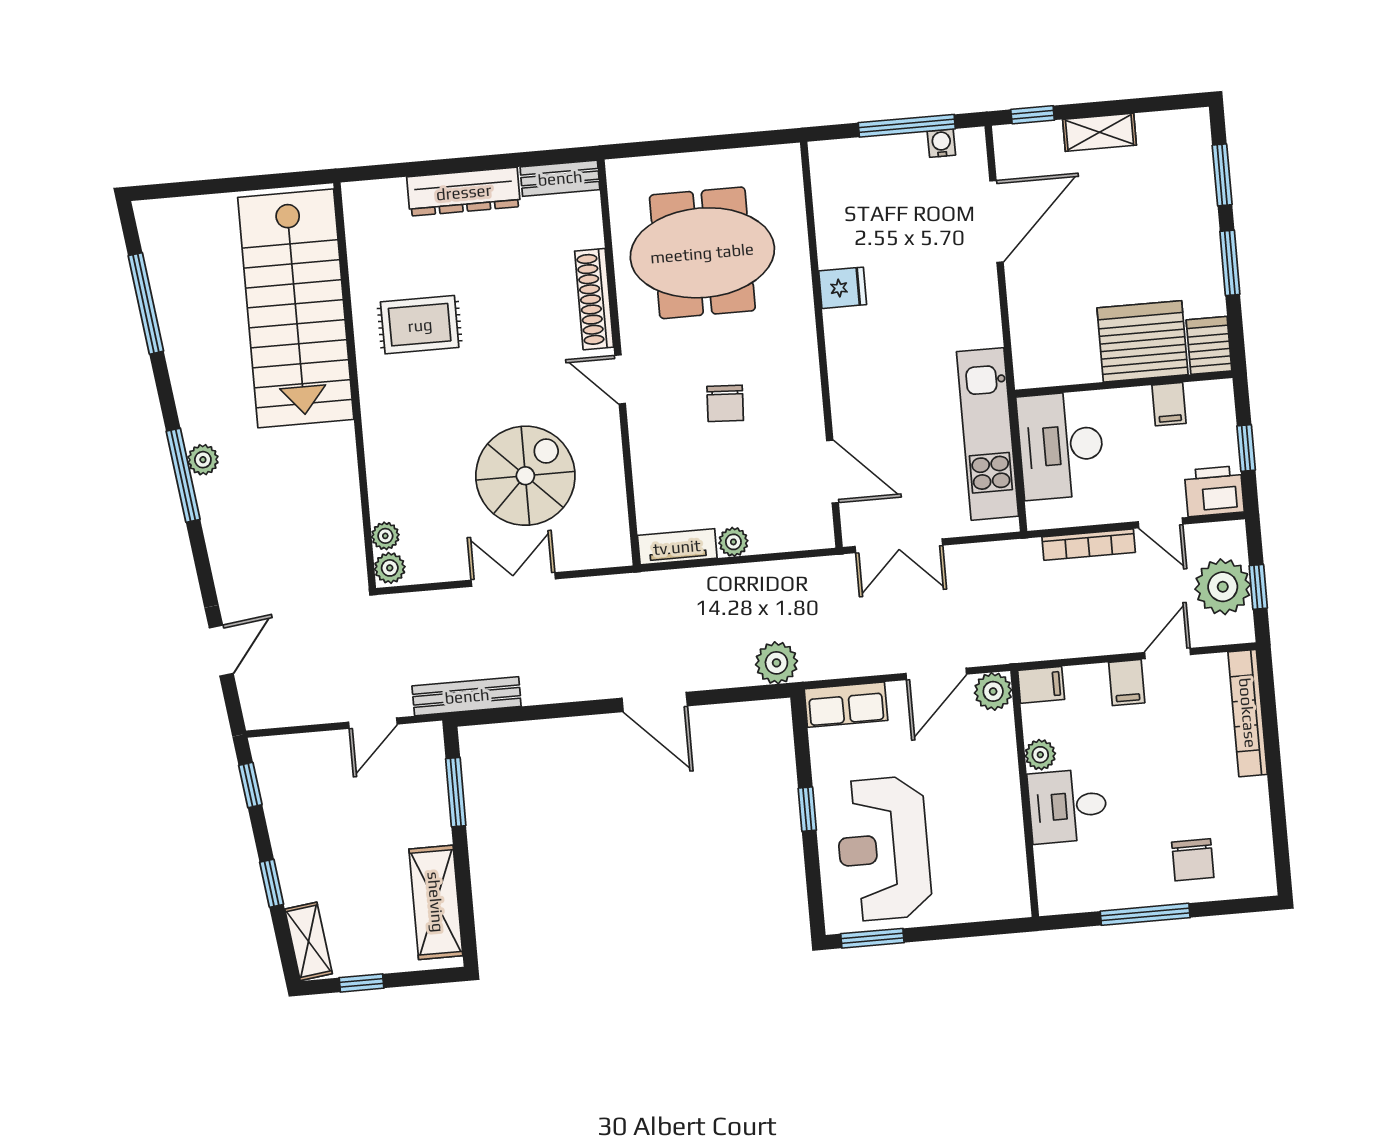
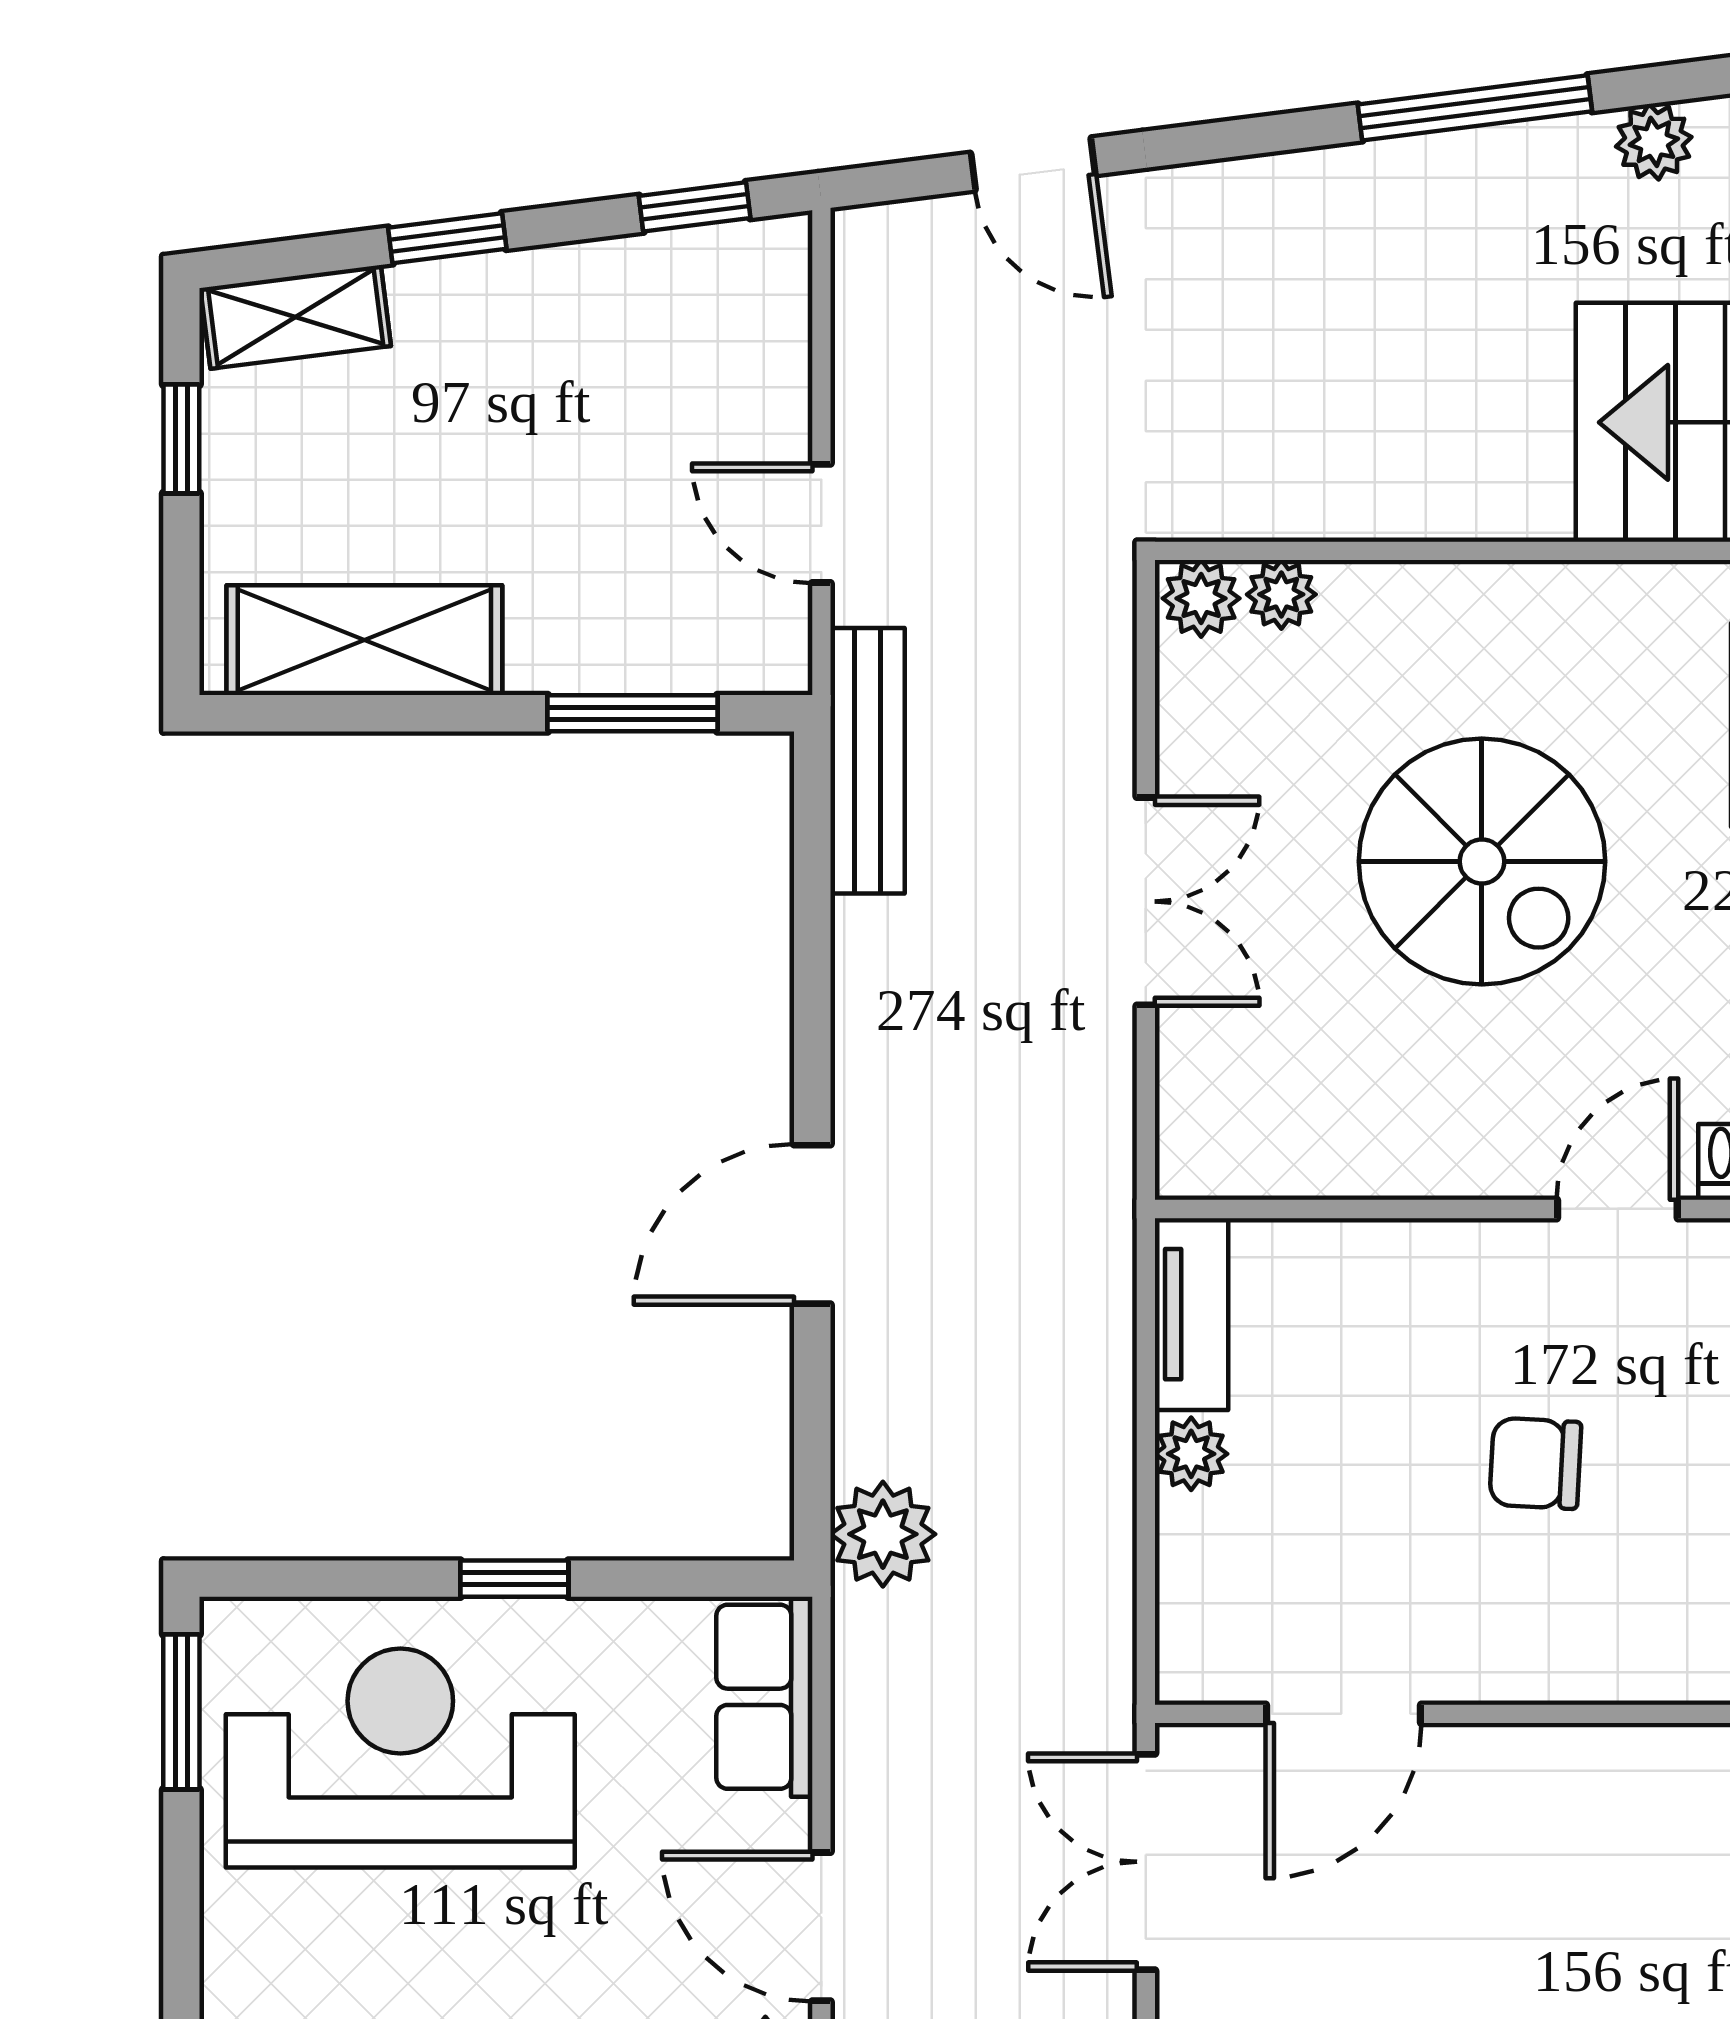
plant: (203, 460) -> (1654, 142), moved
spiral stairs: (525, 476) -> (1482, 861), moved

